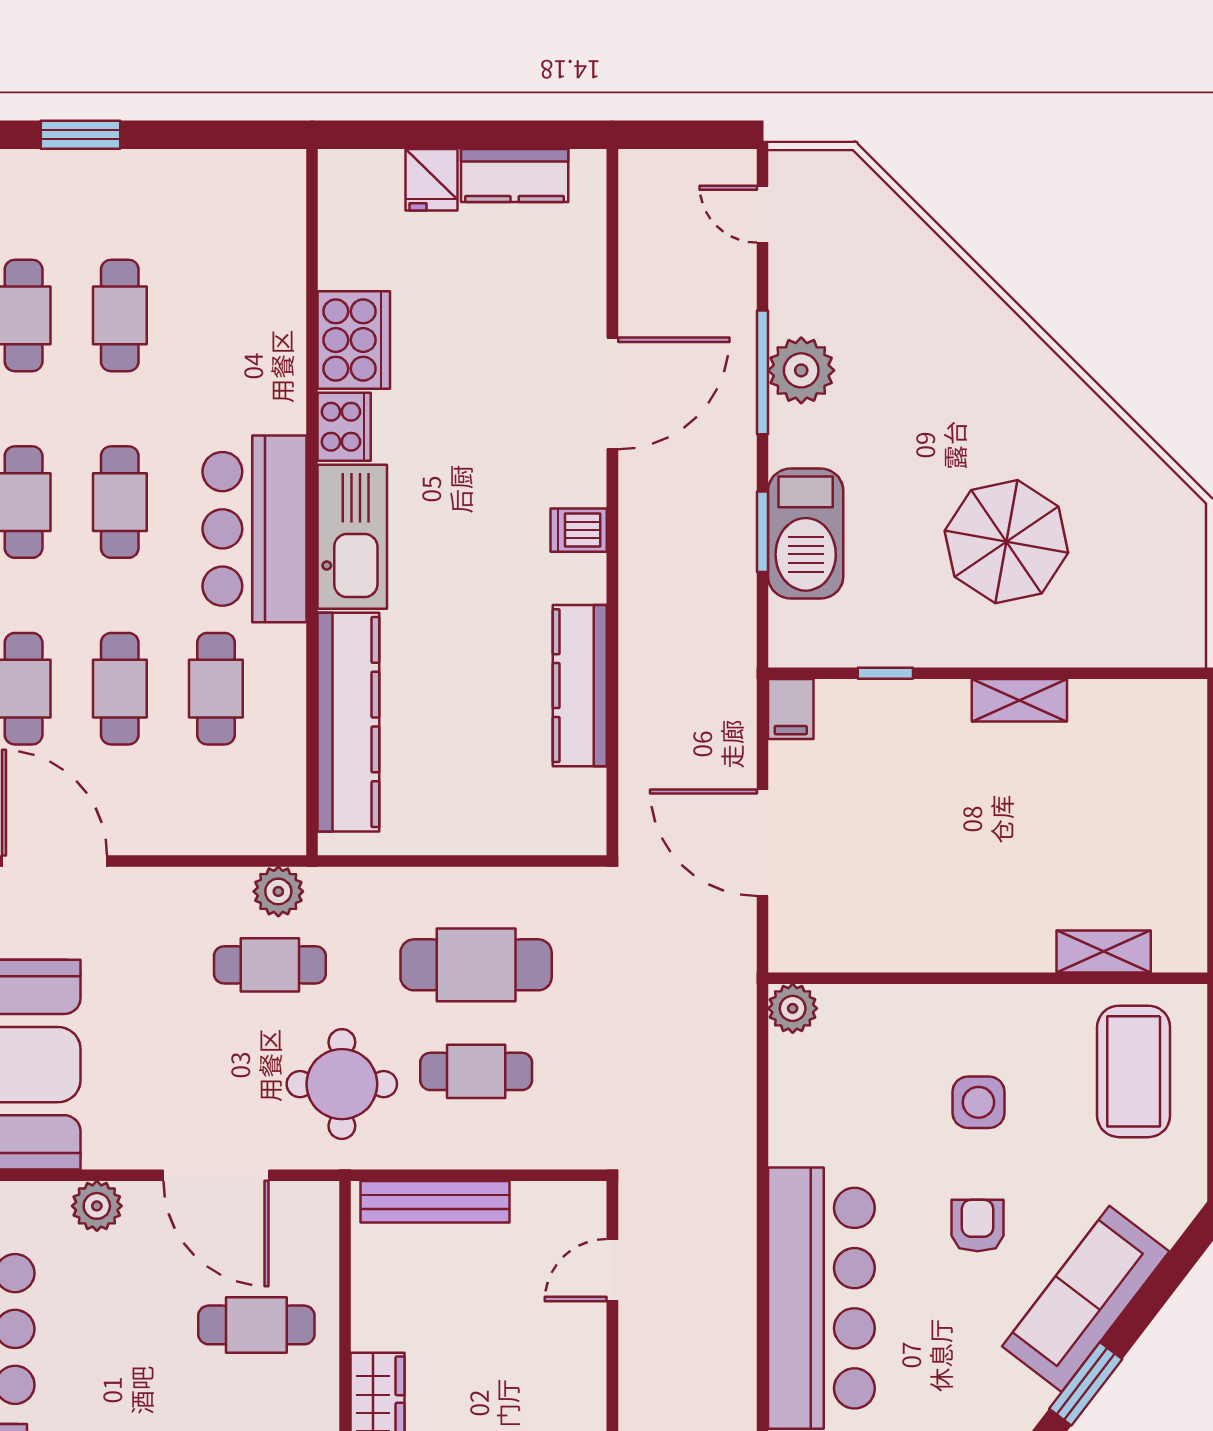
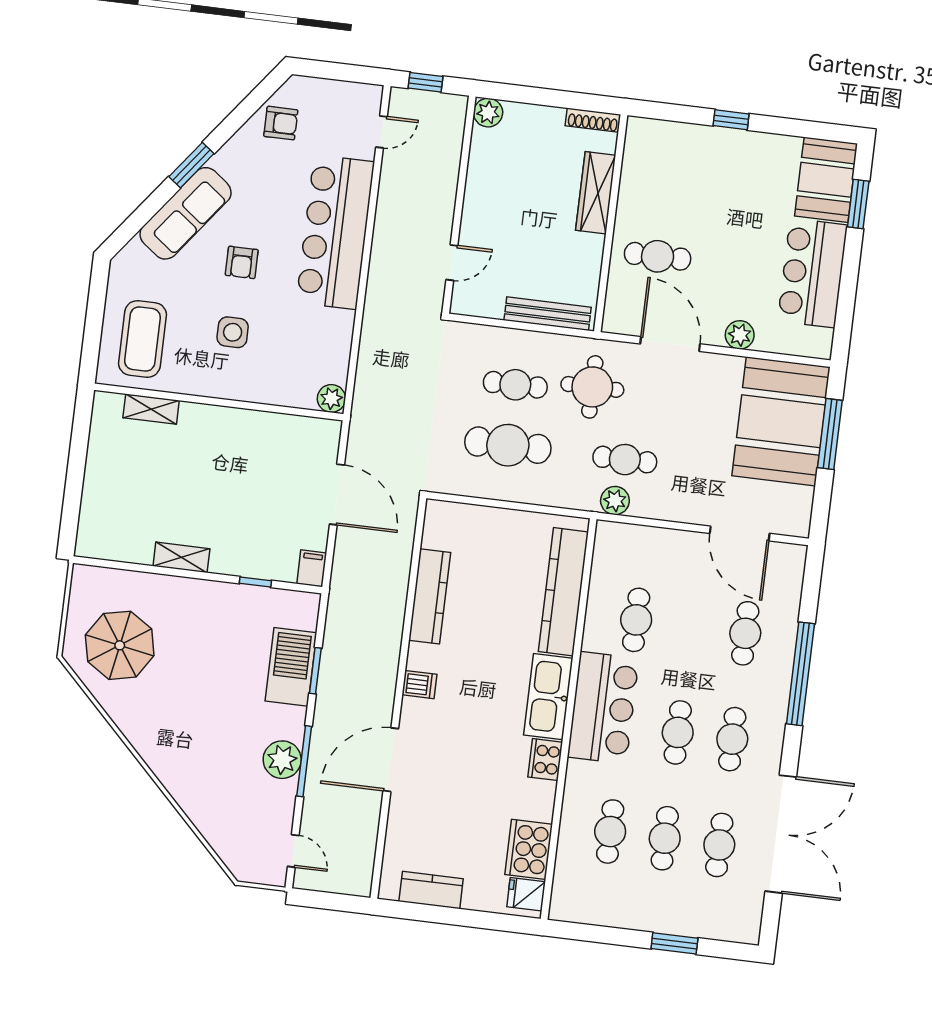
fridge: (432, 180) -> (526, 894), moved, turned -90
cooker: (354, 340) -> (529, 849), moved
parasol: (1006, 542) -> (120, 645), moved
cafe table: (120, 689) -> (610, 832), moved

